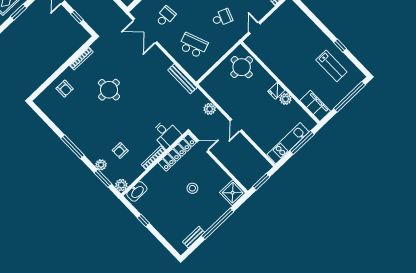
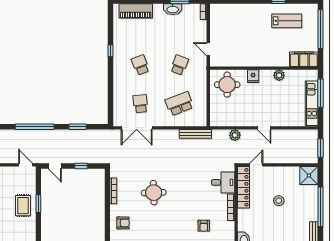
fridge: (276, 91) -> (253, 76), moved

